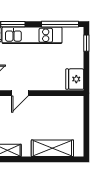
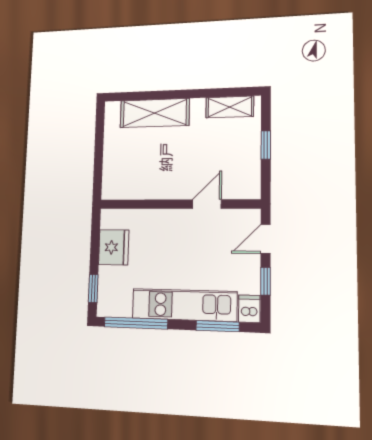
fridge: (75, 79) -> (114, 247), moved

